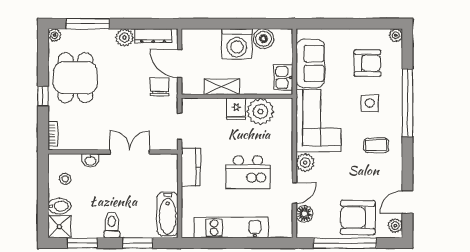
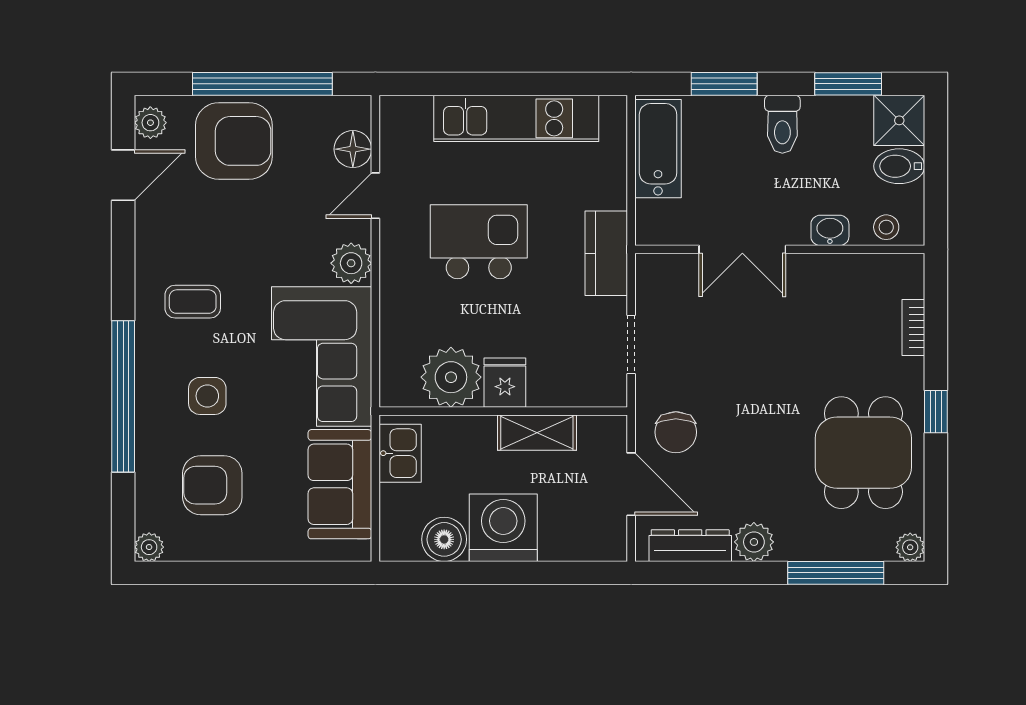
wall: (113, 152) -> (780, 249), moved
double door: (130, 152) -> (742, 249), moved
washbasin: (90, 160) -> (830, 230), moved

